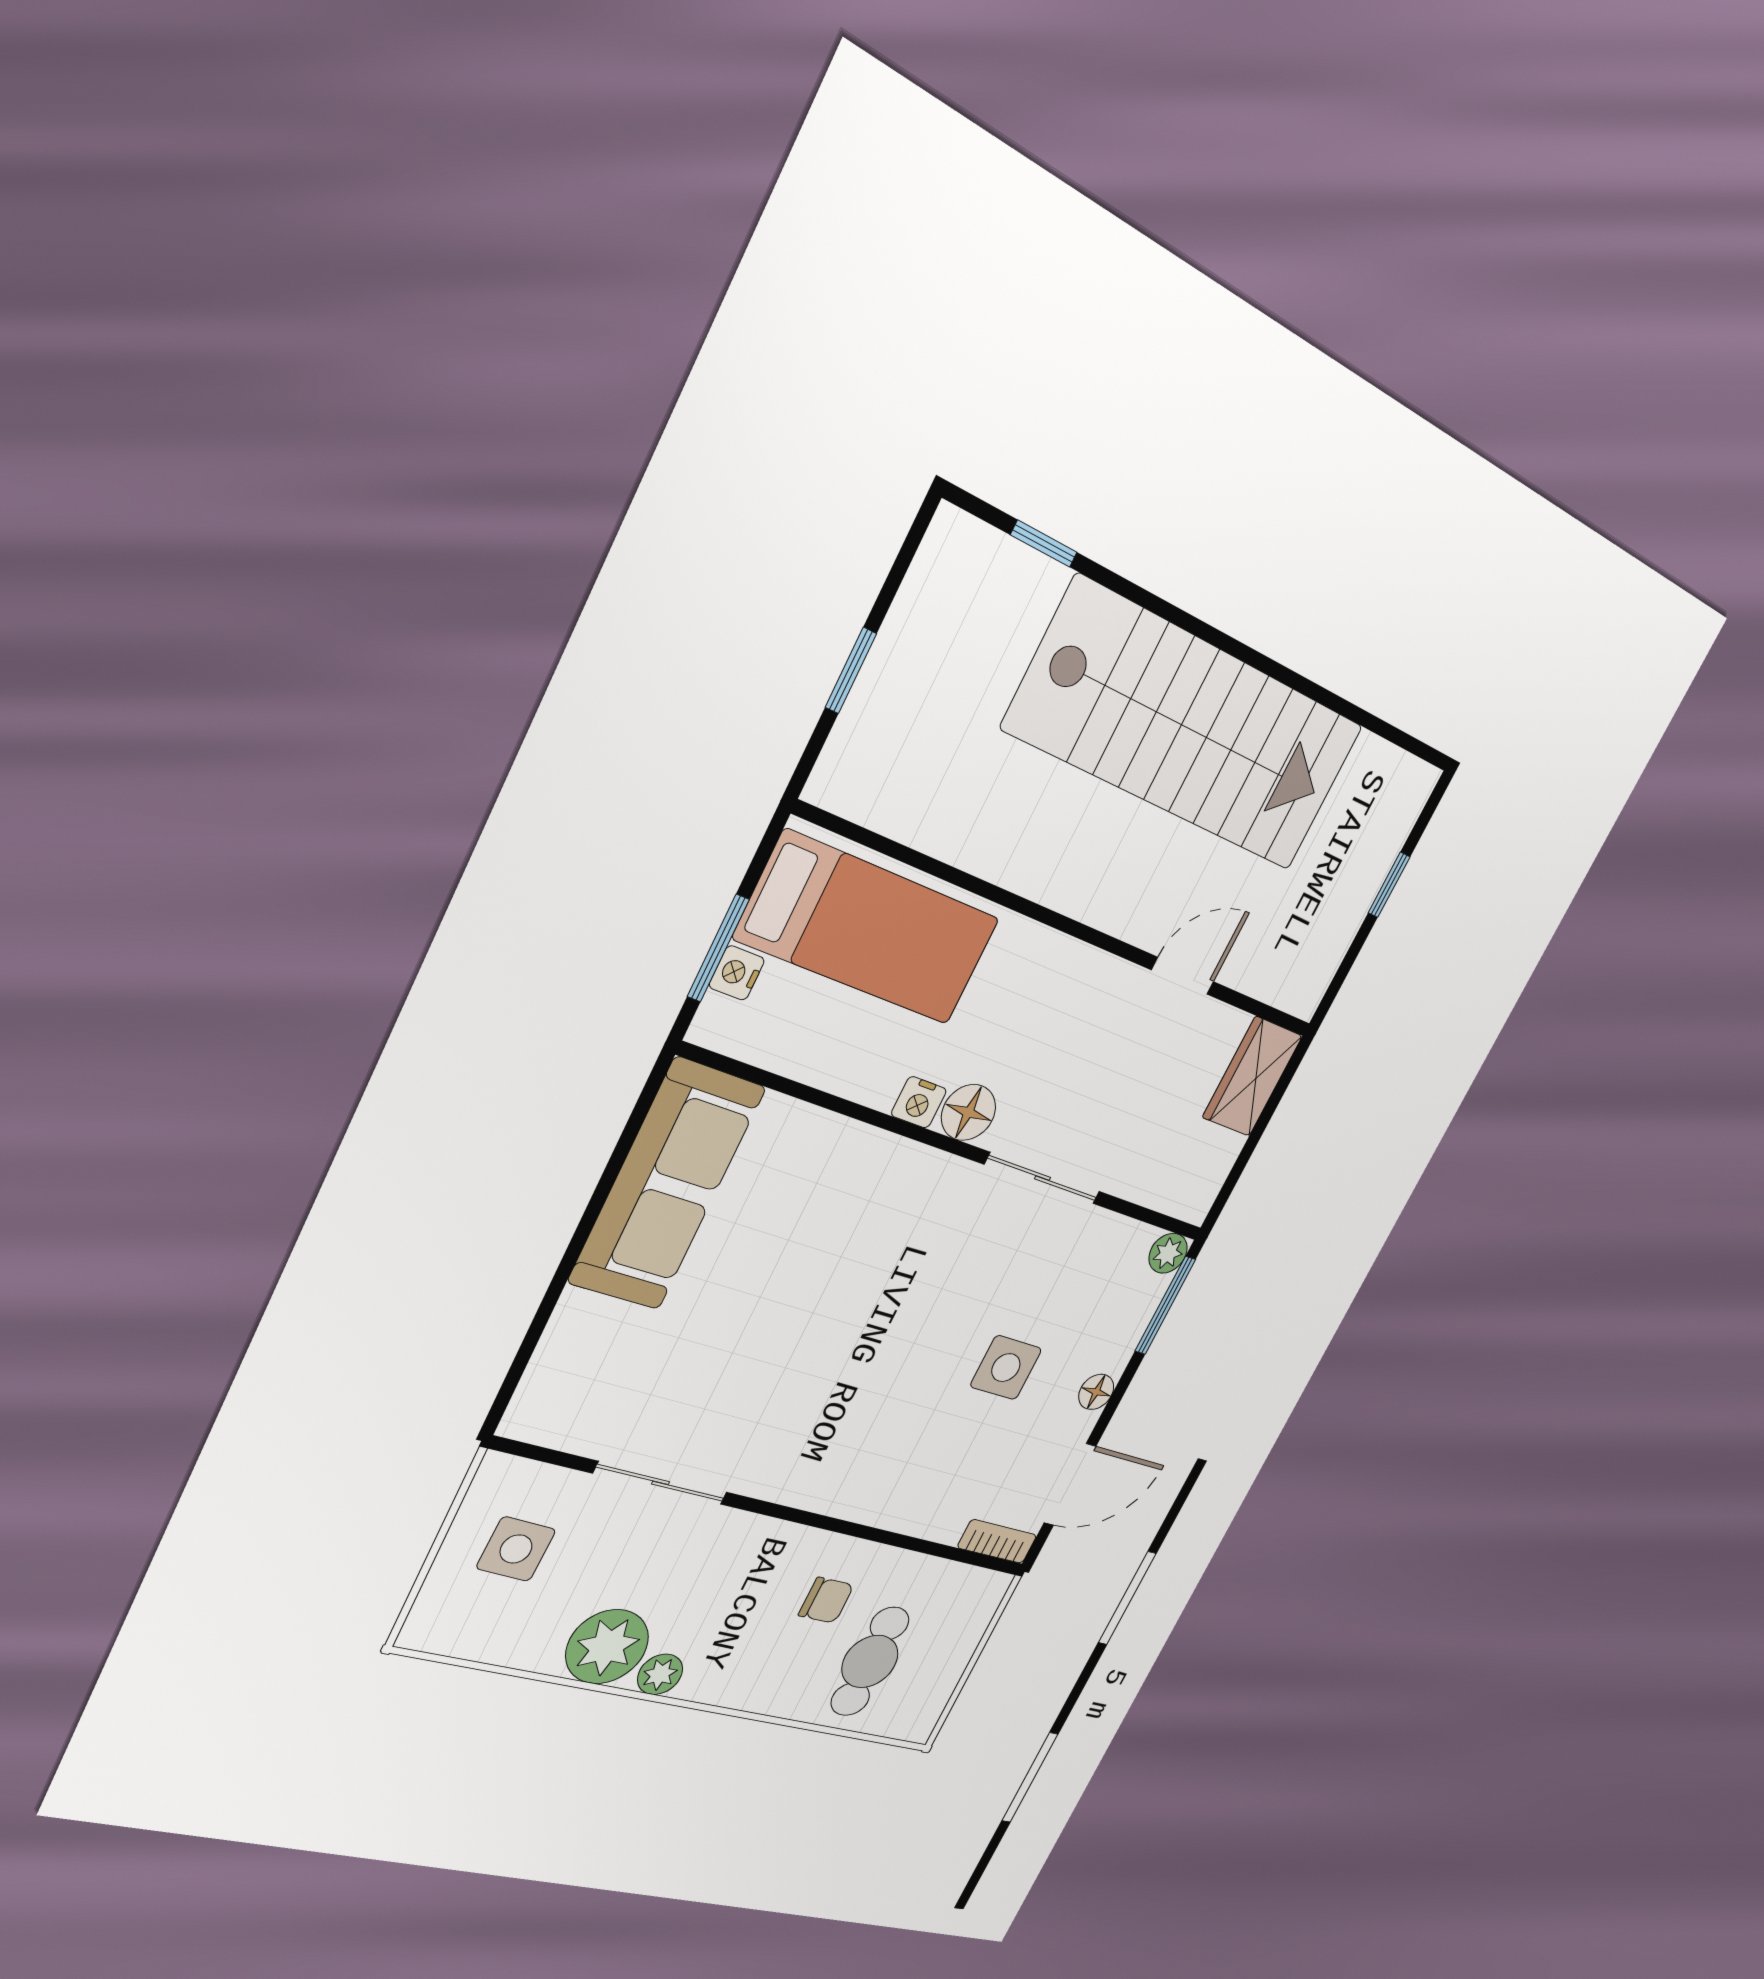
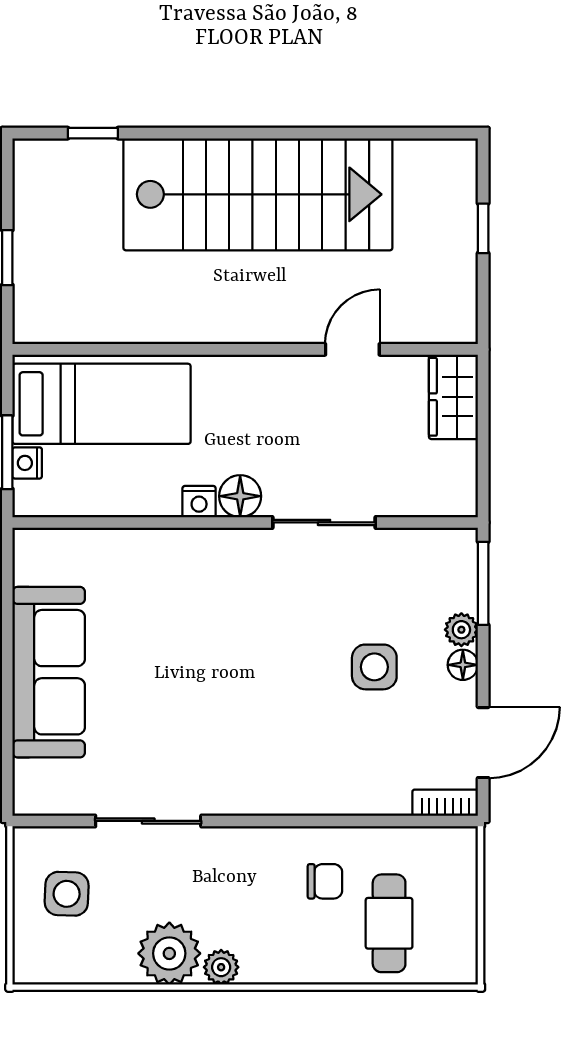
sofa: (667, 1185) -> (49, 672), moved
plant: (1168, 1253) -> (461, 630), moved

